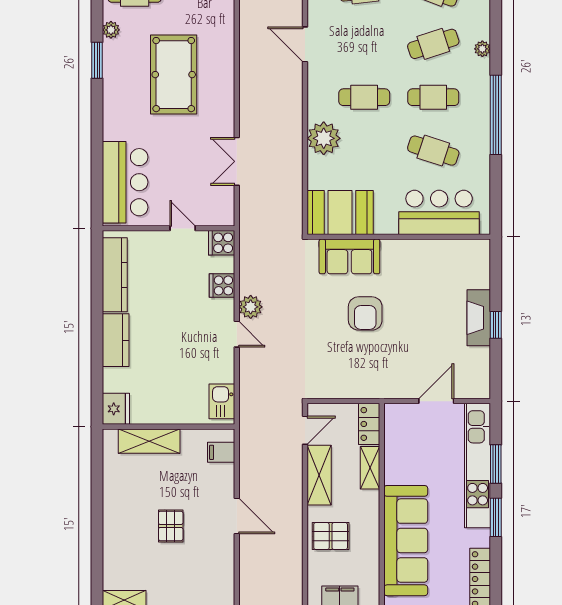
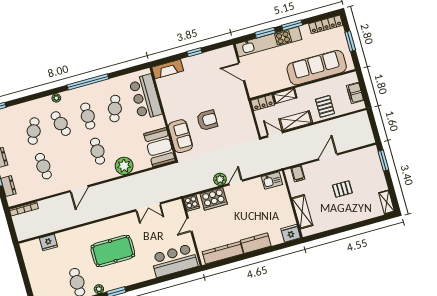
cooker: (222, 285) -> (214, 199), width x1.87, depth x1.31
fireplace: (479, 318) -> (168, 69), moved

